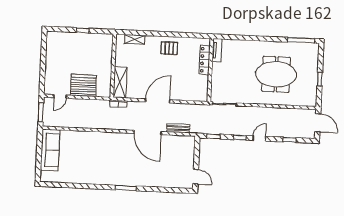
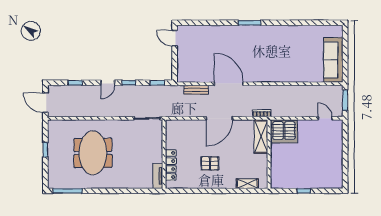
pallet: (169, 48) -> (210, 163), moved
meeting table: (276, 74) -> (93, 153), turned 90
server rack: (83, 85) -> (284, 131), moved
door: (60, 96) -> (325, 118), hinge flipped

